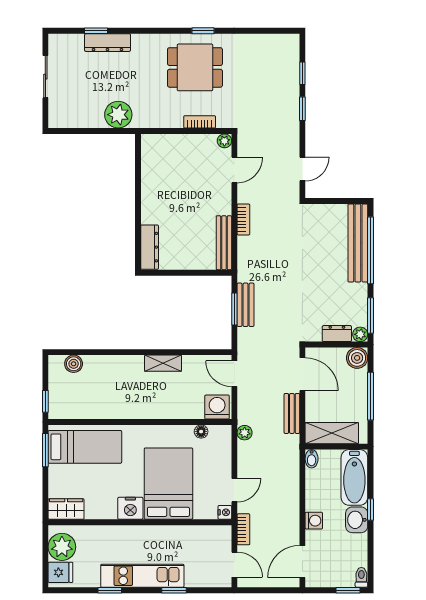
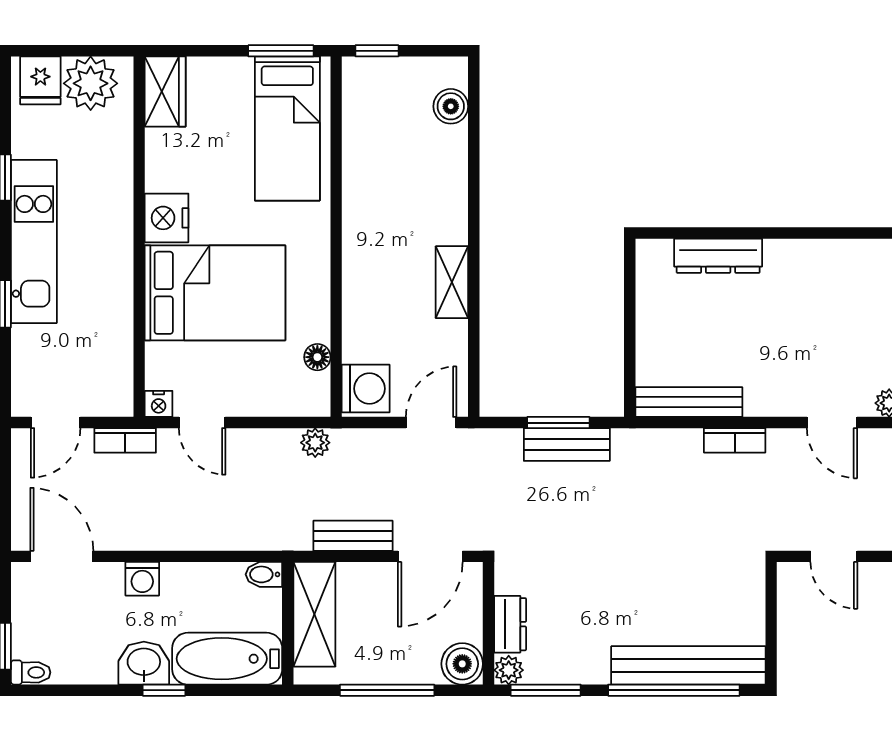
dresser: (150, 247) -> (718, 256), moved

